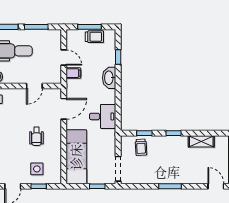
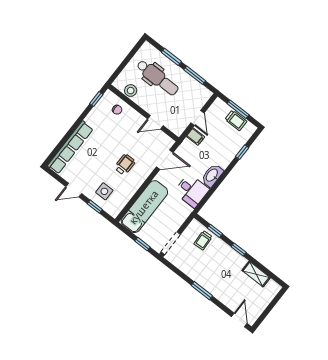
washbasin: (109, 78) -> (212, 175), moved
wheelchair: (36, 136) -> (125, 165), turned 180

